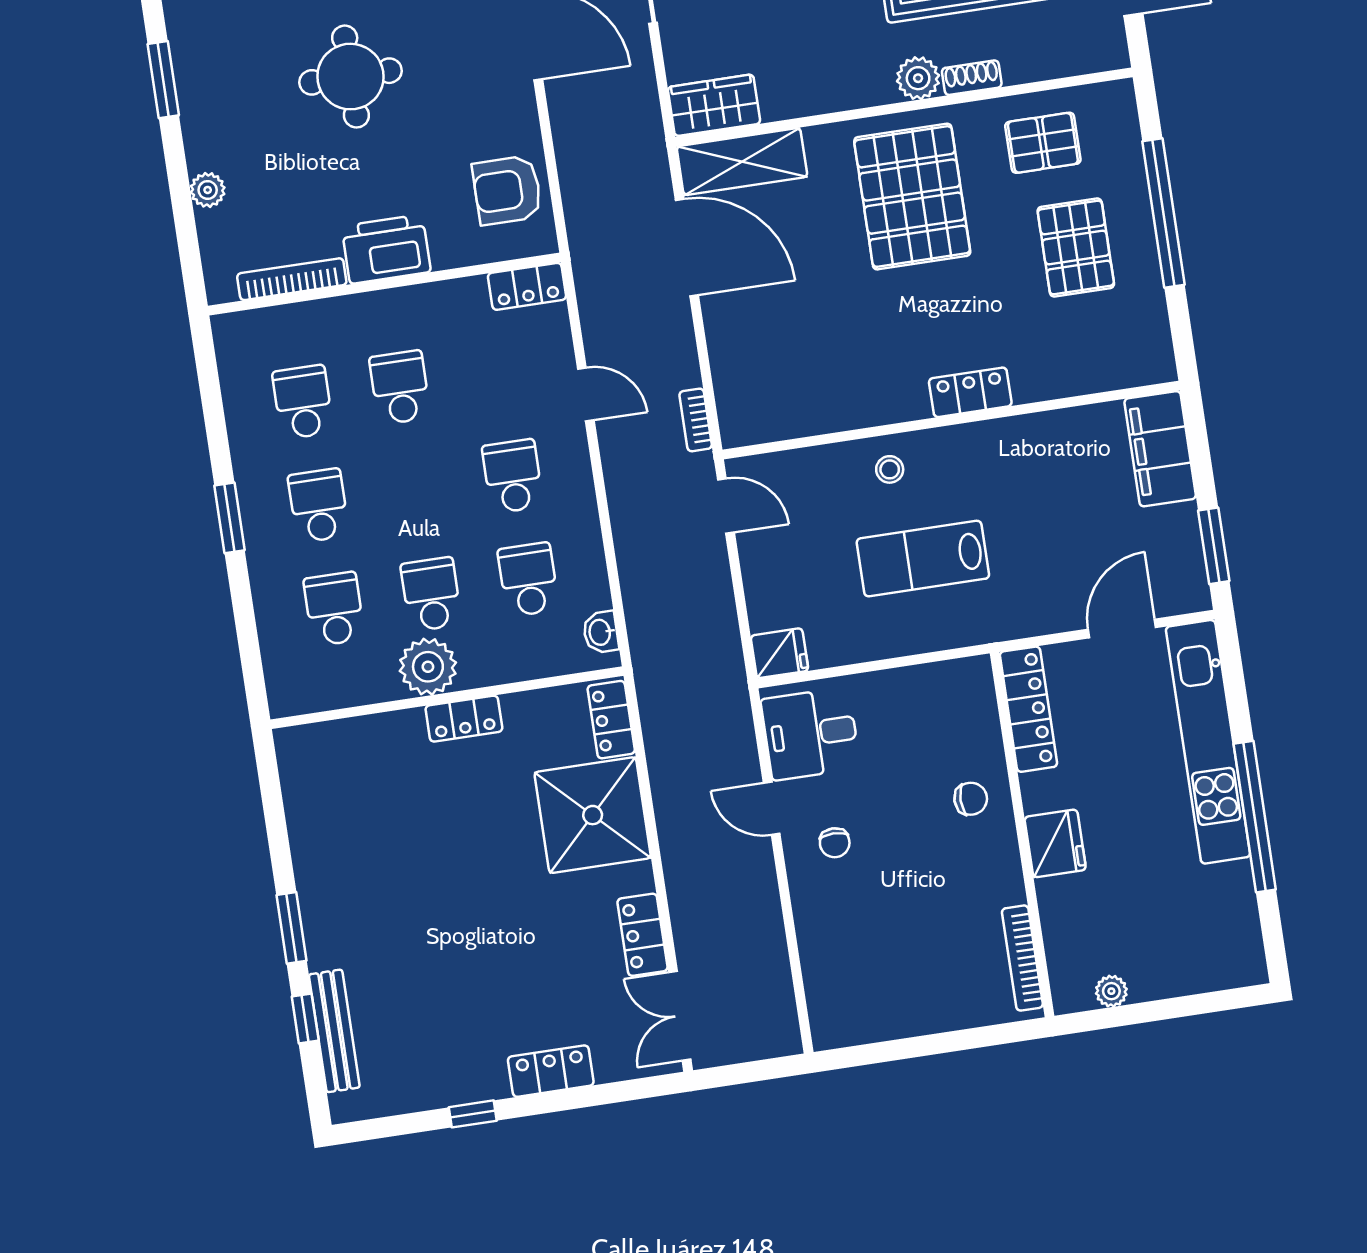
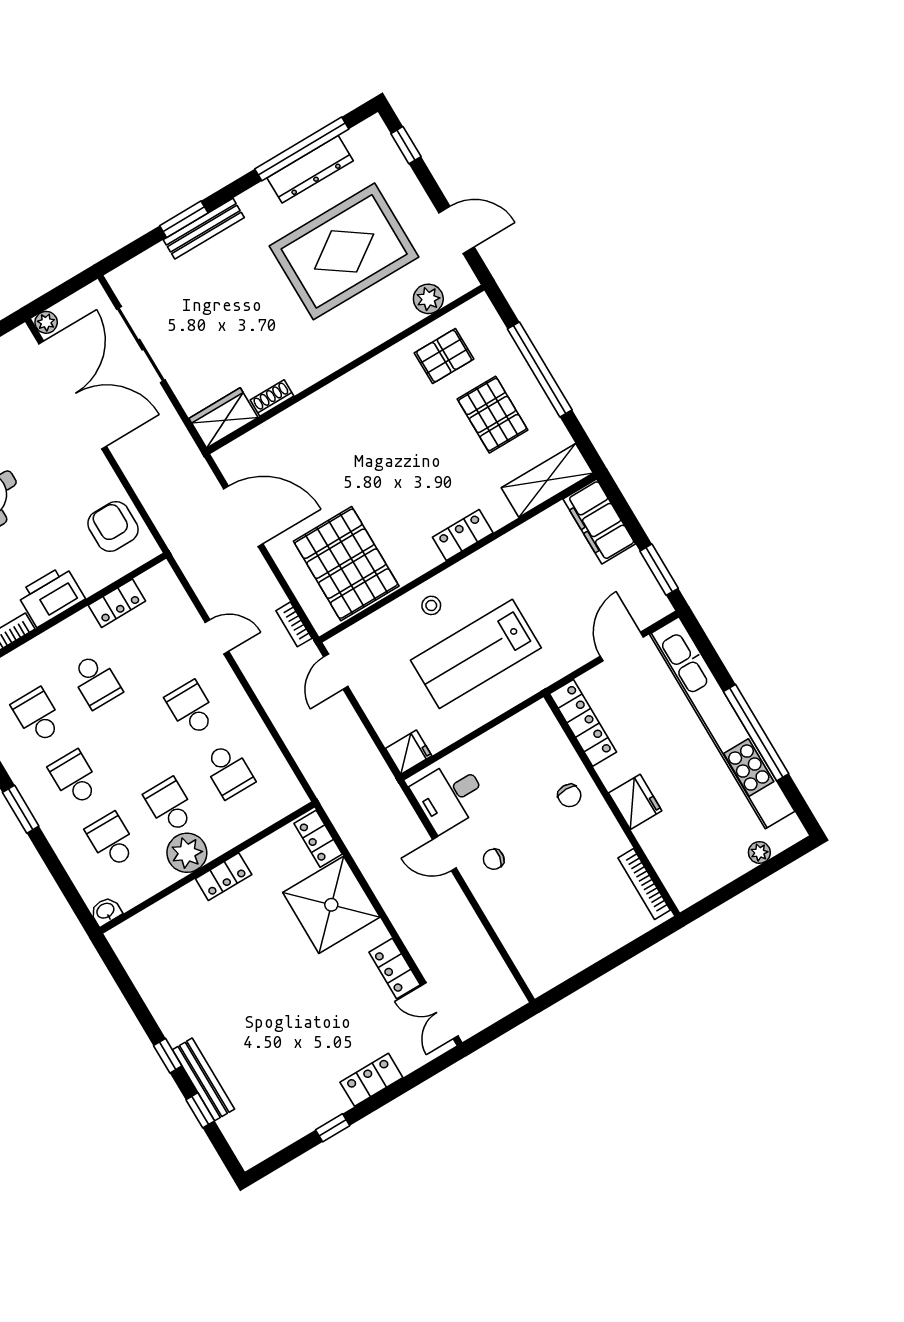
plant: (918, 78) -> (428, 299), moved
shoe rack: (972, 78) -> (272, 398), moved
shelving: (742, 162) -> (547, 480), moved
armchair: (507, 190) -> (113, 527), turned 90
pallet: (912, 197) -> (346, 564), moved
locker: (527, 286) -> (117, 603), moved
school desk: (400, 387) -> (96, 681), turned 180
door: (726, 506) -> (336, 672), swing flipped
lab bench: (923, 559) -> (476, 654), width x1.36, depth x1.39
school desk: (528, 580) -> (228, 771), turned 180
washbasin: (601, 632) -> (106, 911), moved, turned 90
kitchen unit: (1208, 742) -> (722, 723), width x1.36
chair: (971, 799) -> (569, 795), turned 90
chair: (835, 843) -> (494, 859), turned 100
window: (292, 928) -> (168, 1056), width x0.67
plant: (1111, 991) -> (759, 852), moved
bench: (334, 1031) -> (203, 1079), moved

